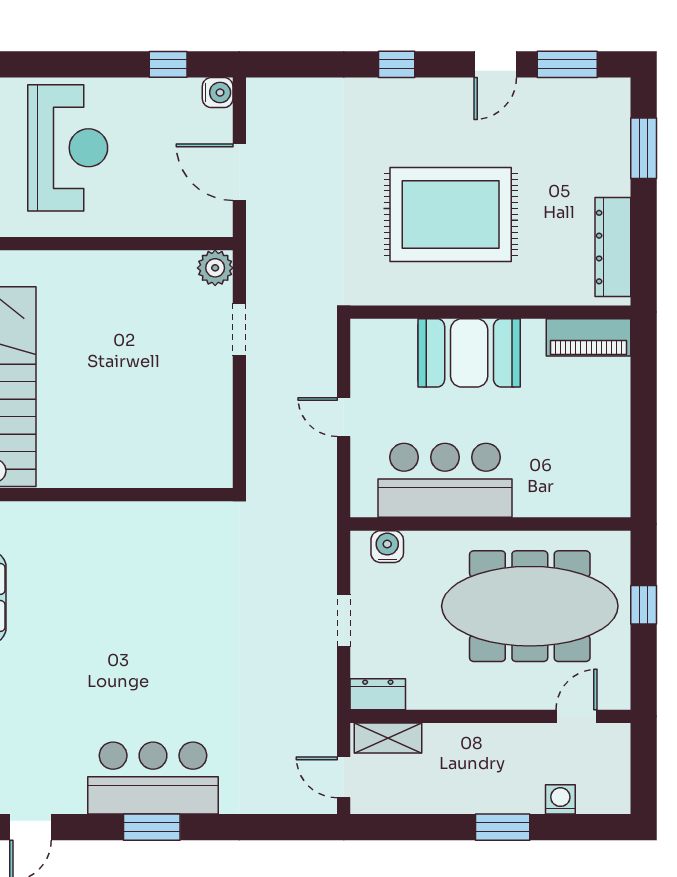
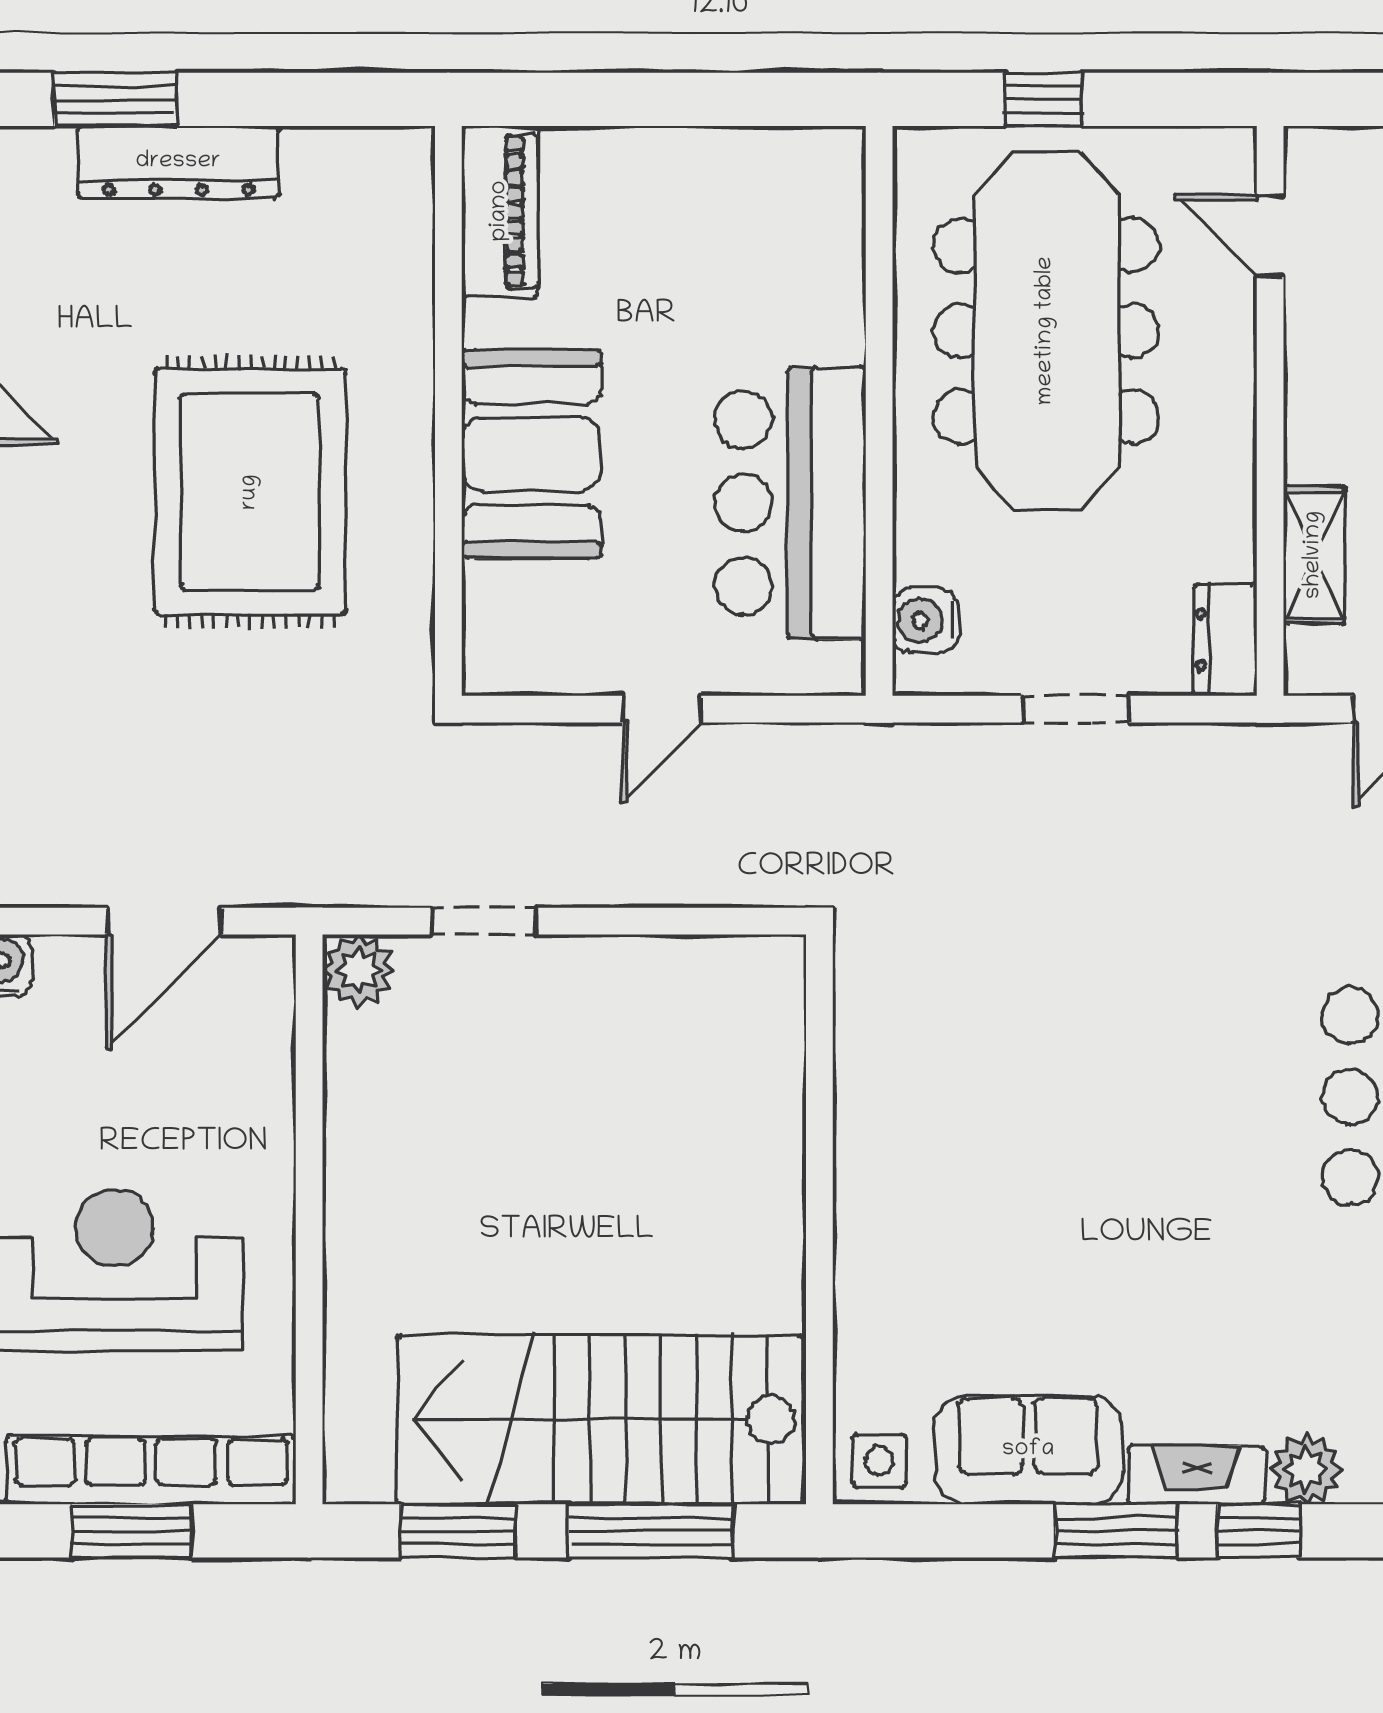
dresser: (613, 247) -> (178, 162), moved
shelving: (388, 738) -> (1314, 555), moved

